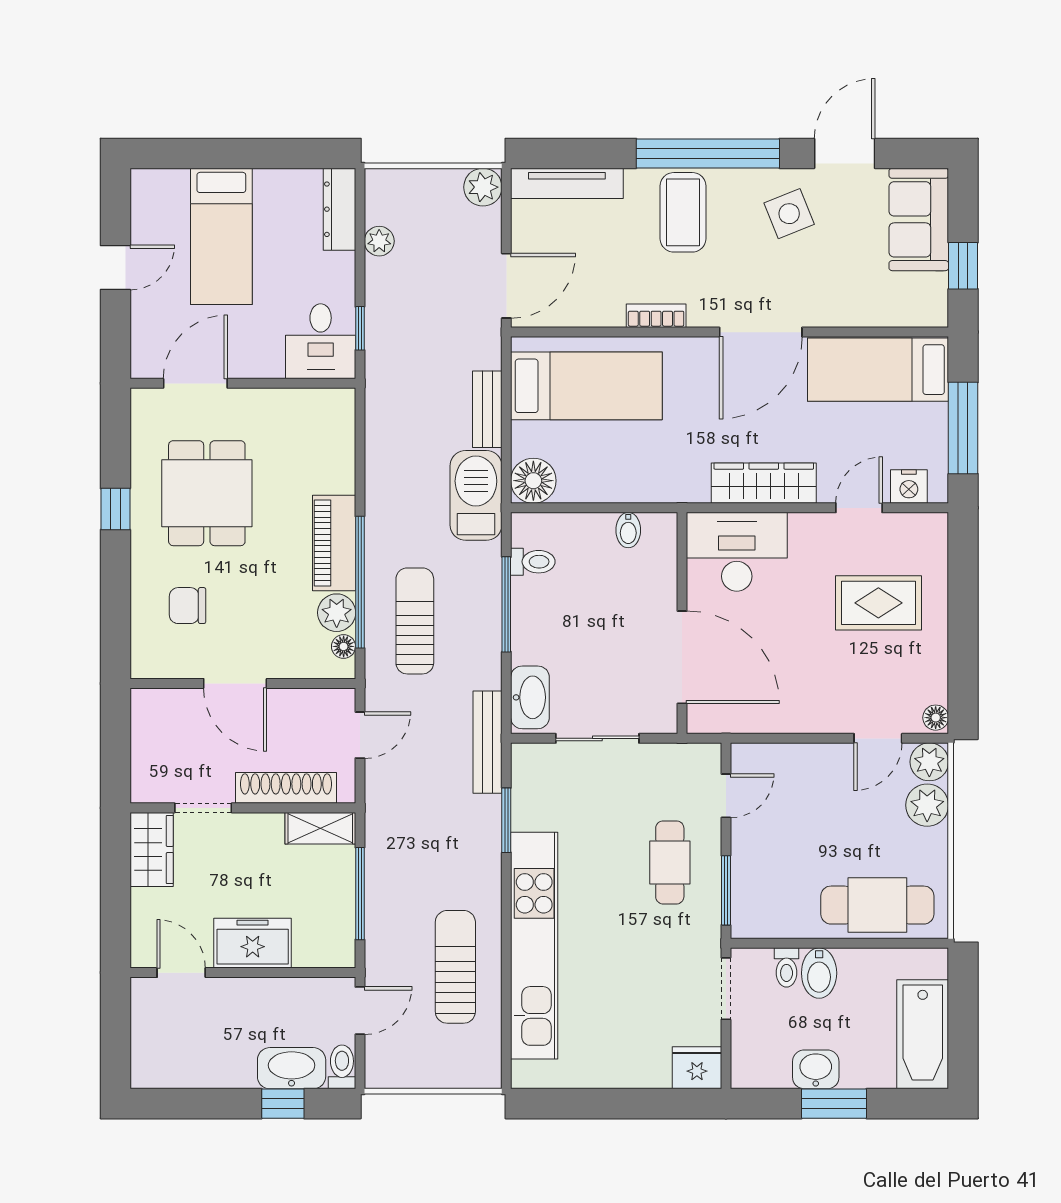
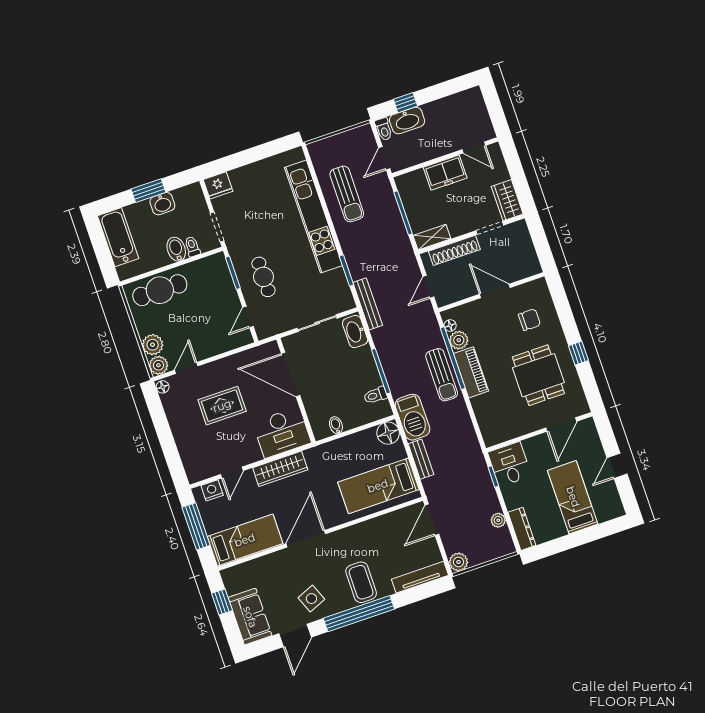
bookcase: (656, 316) -> (357, 530), removed
rug: (878, 603) -> (222, 406), moved
sun lounger: (415, 621) -> (442, 375), moved

